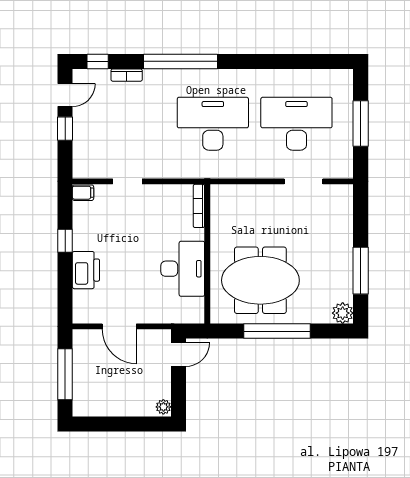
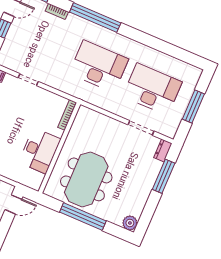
dresser: (345, 199) -> (163, 150), added
window: (361, 271) -> (164, 176), moved
meeting table: (260, 280) -> (86, 179), turned 90

